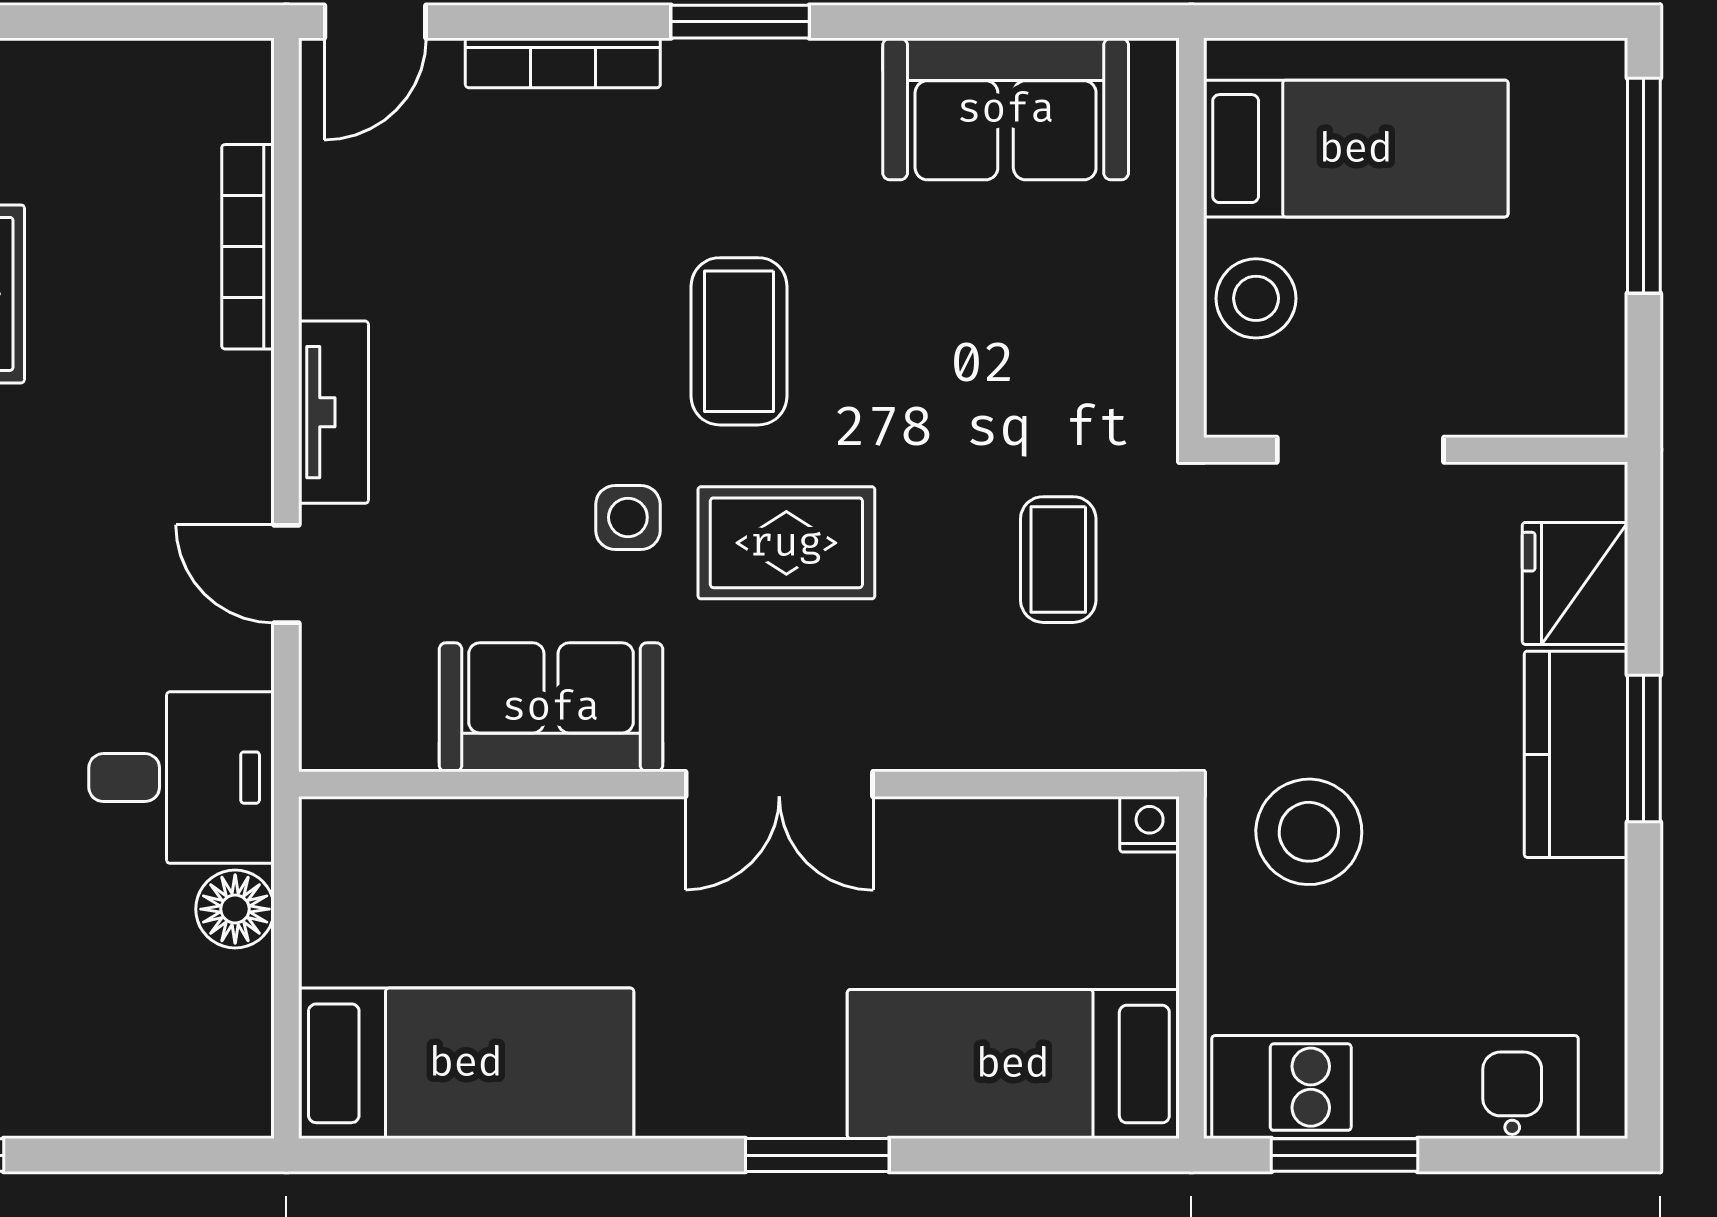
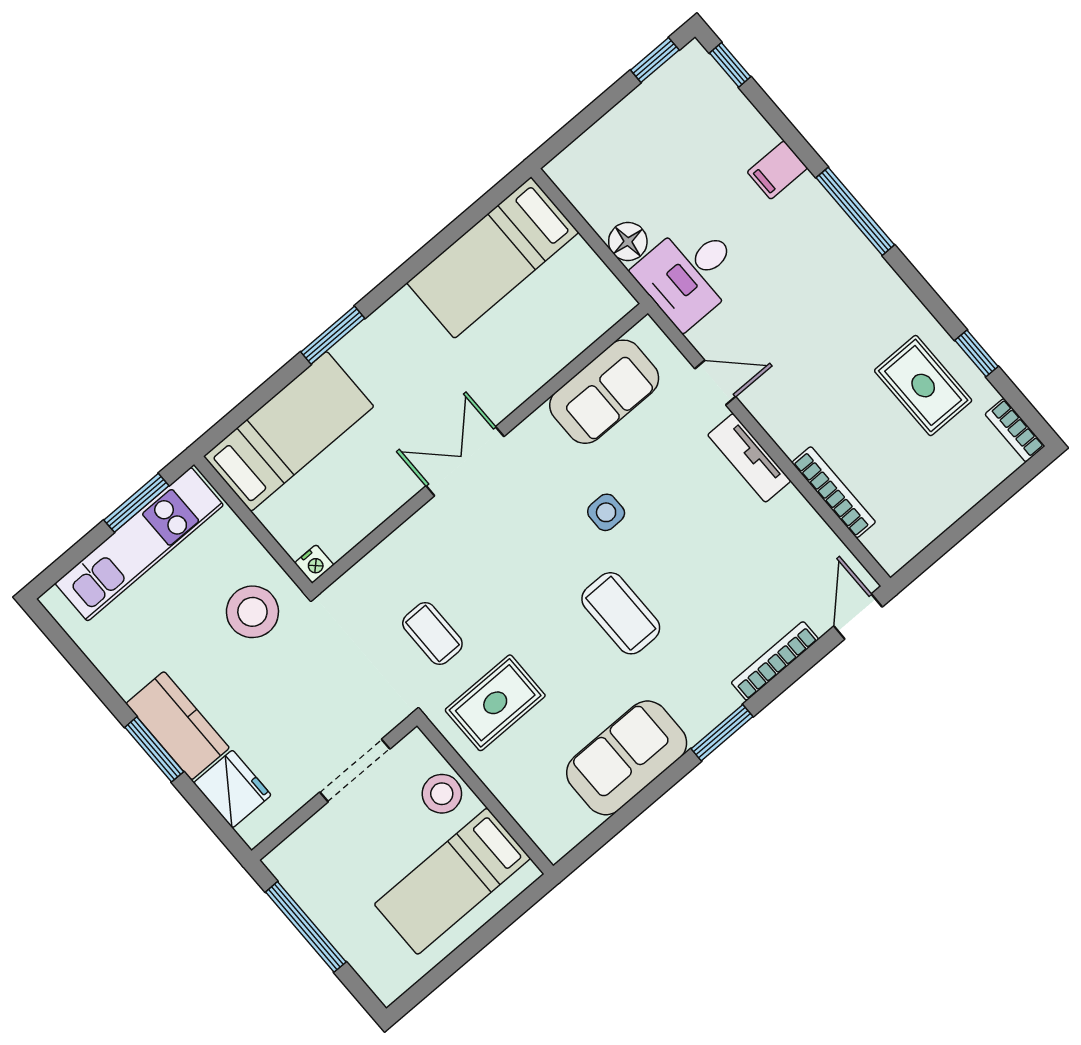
sofa: (1006, 109) -> (627, 758), moved
window: (1644, 186) -> (306, 927), moved
rug: (786, 543) -> (495, 703), moved
sofa: (551, 707) -> (604, 392), moved

